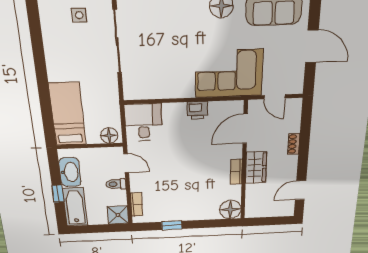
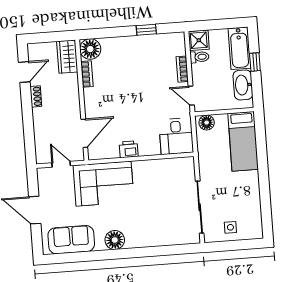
shoe rack: (294, 144) -> (36, 96), moved
wardrobe: (256, 167) -> (67, 57), moved
bookcase: (236, 172) -> (87, 74), moved
toilet: (116, 184) -> (199, 57), moved
bookcase: (137, 205) -> (182, 69), moved

